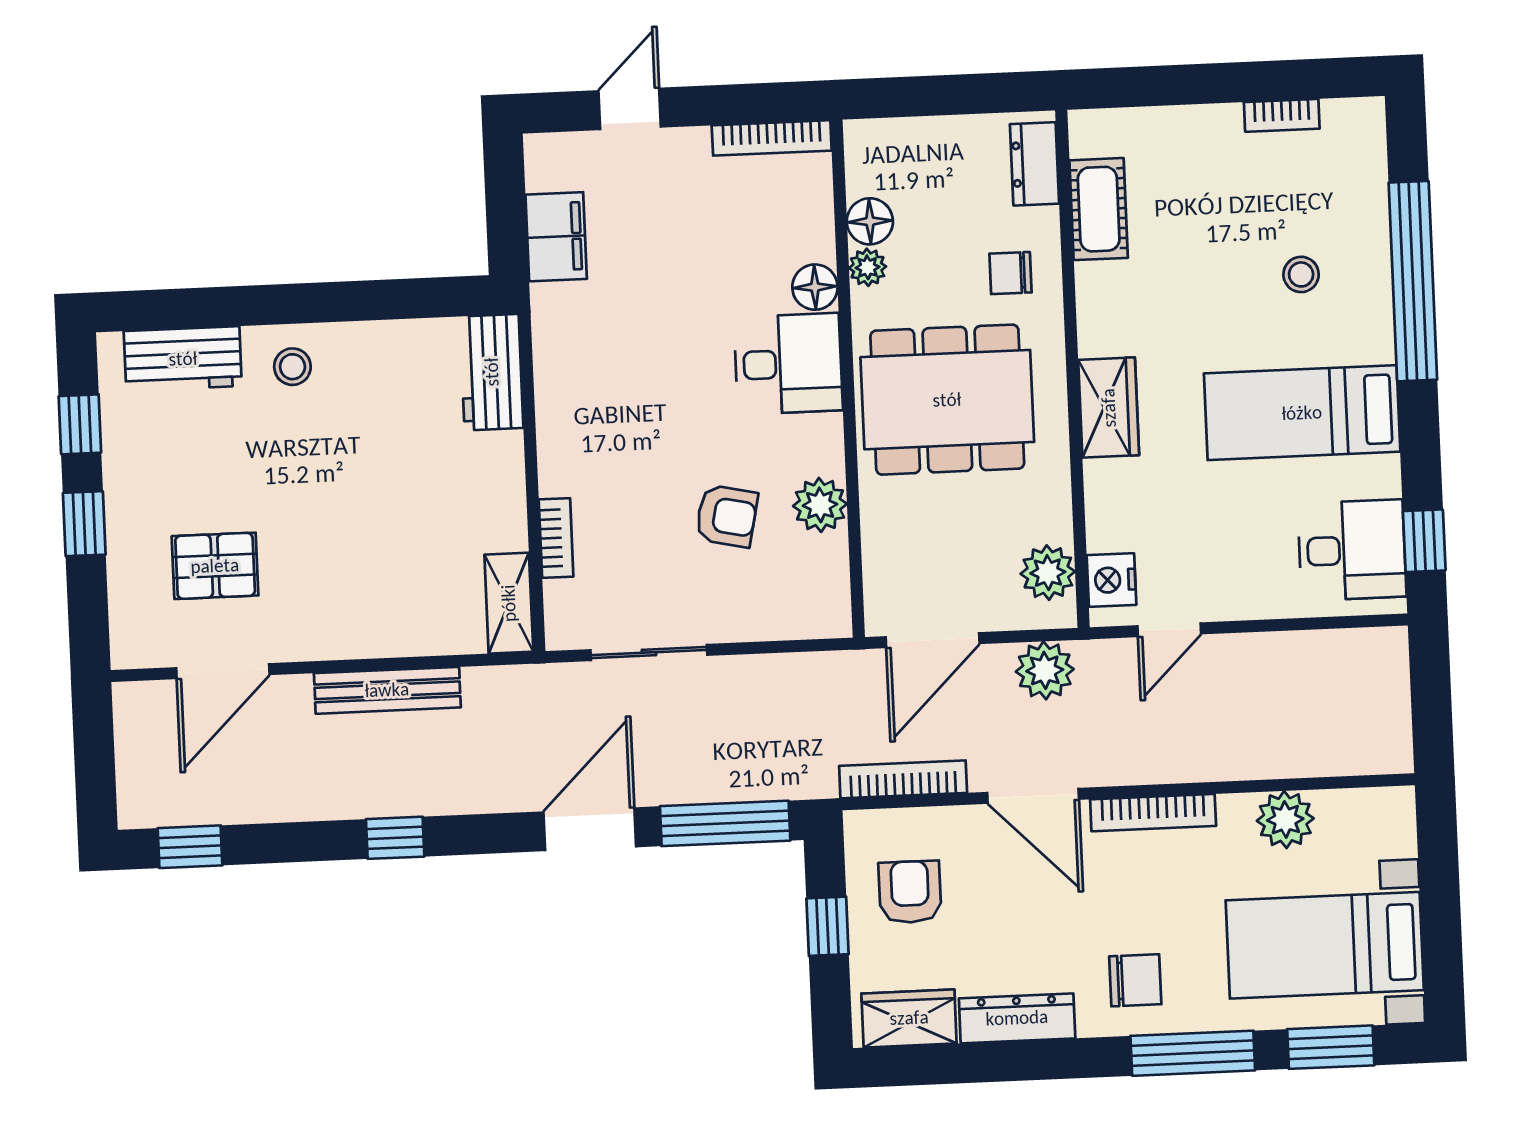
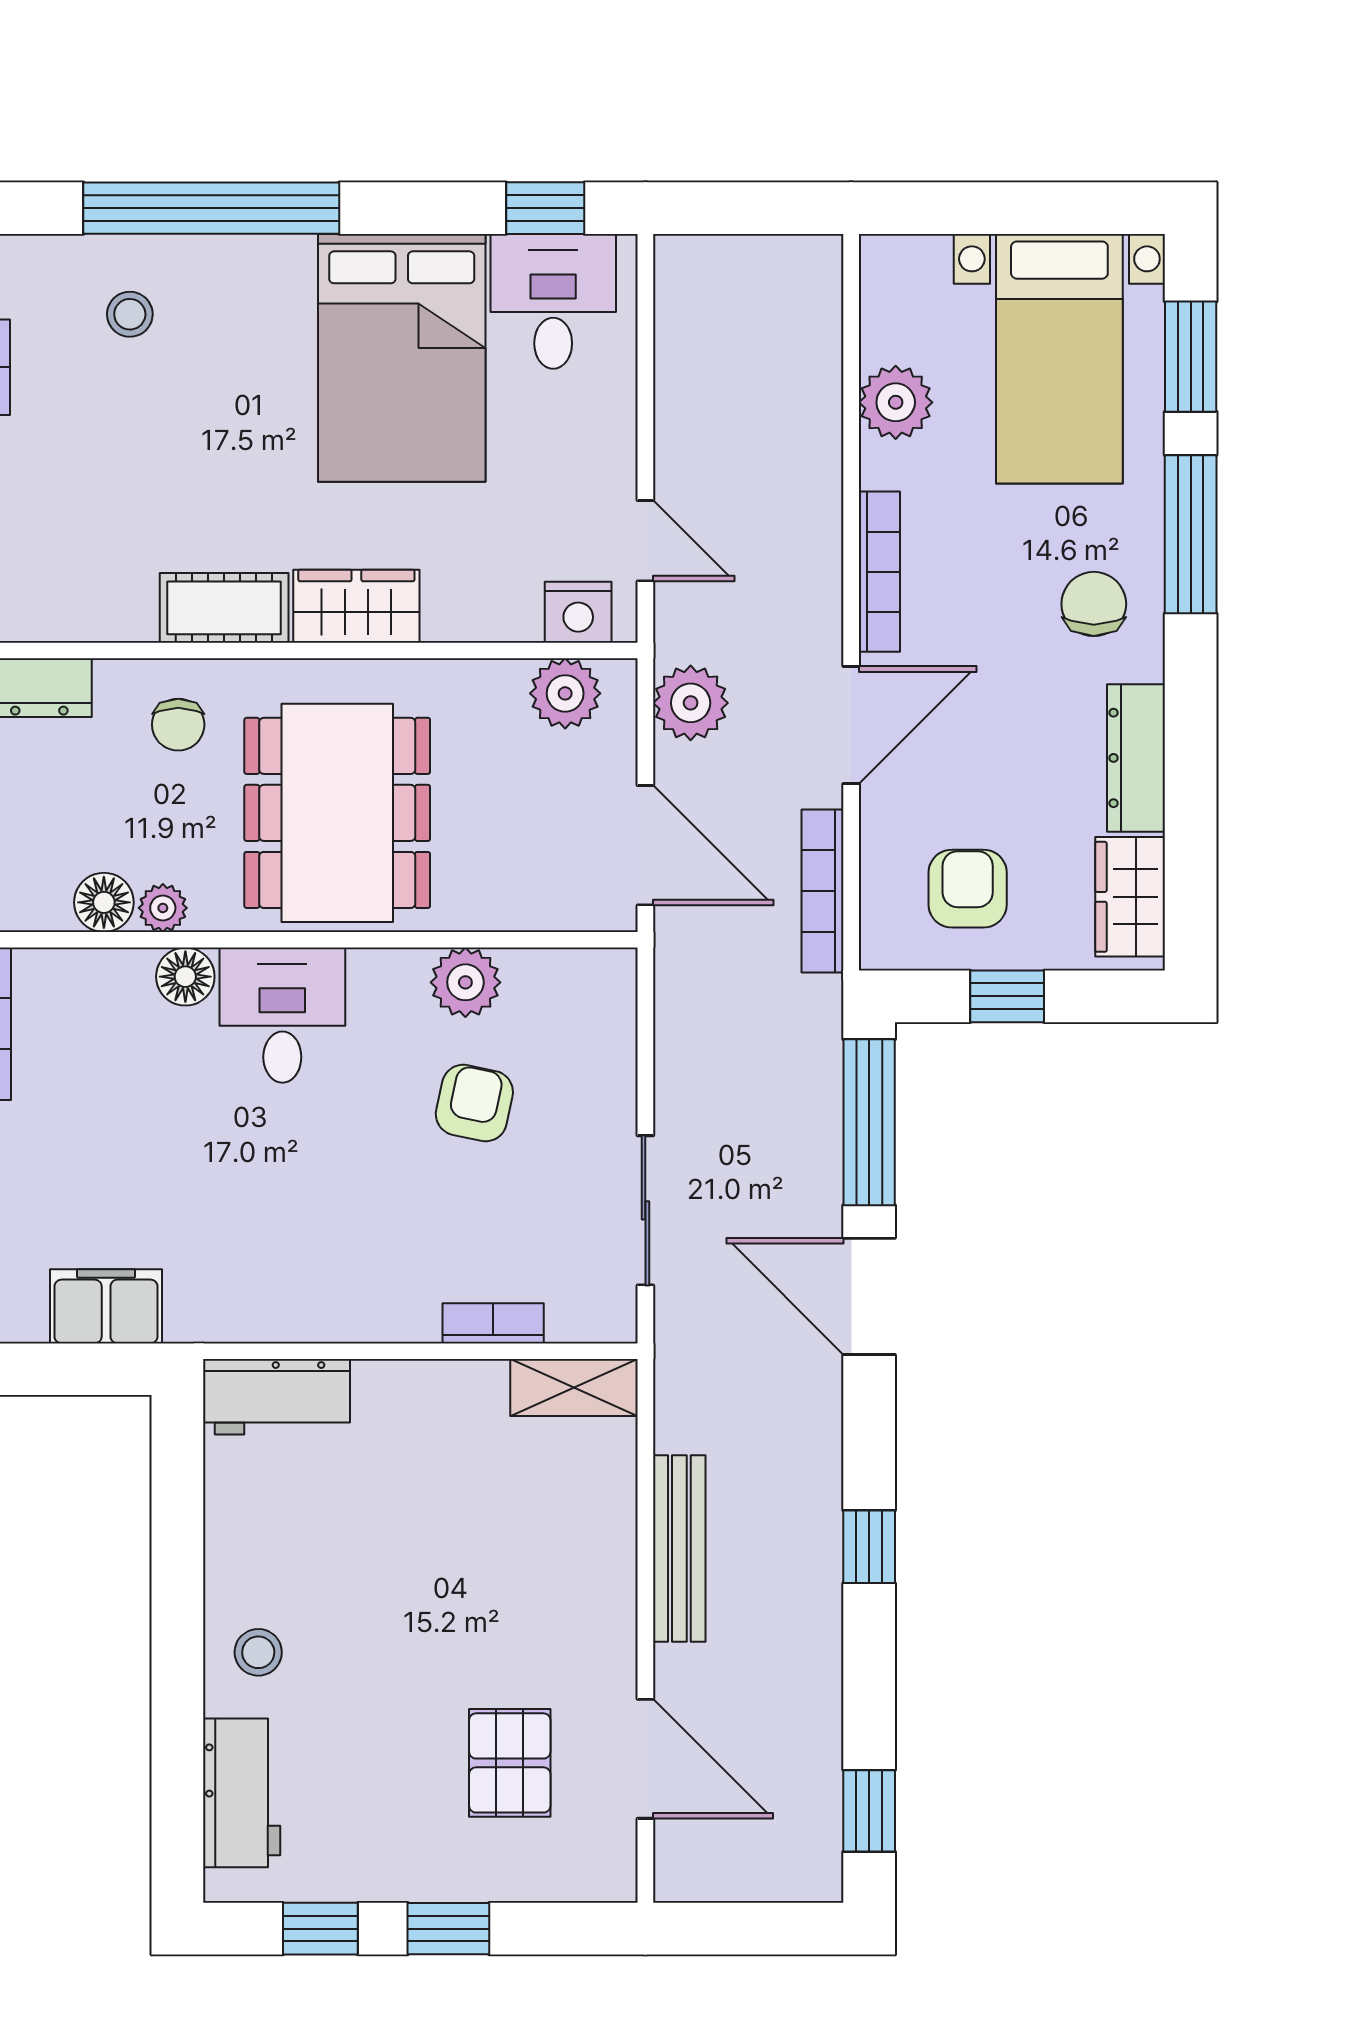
cot: (1099, 209) -> (224, 608), moved
stool: (1301, 274) -> (130, 314), moved
bed: (1302, 413) -> (402, 358), width x1.50
armchair: (910, 892) -> (968, 889), turned 90

